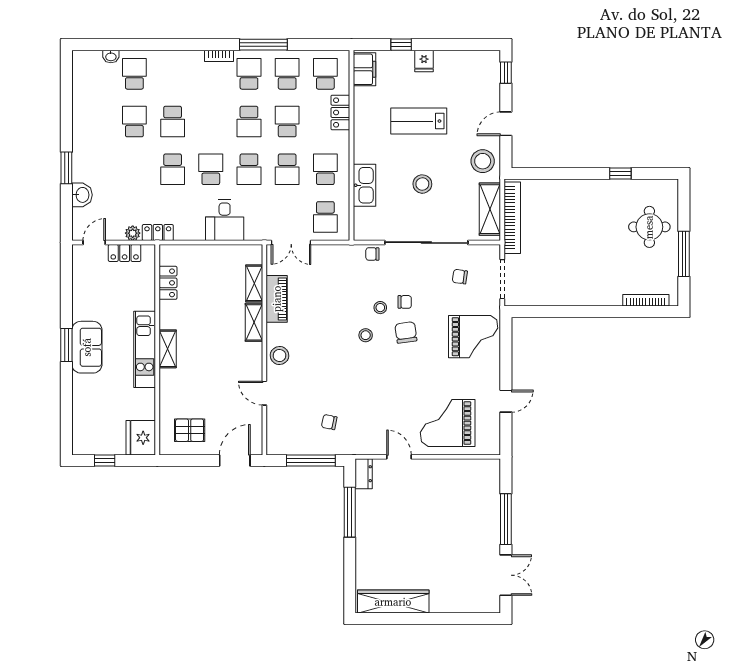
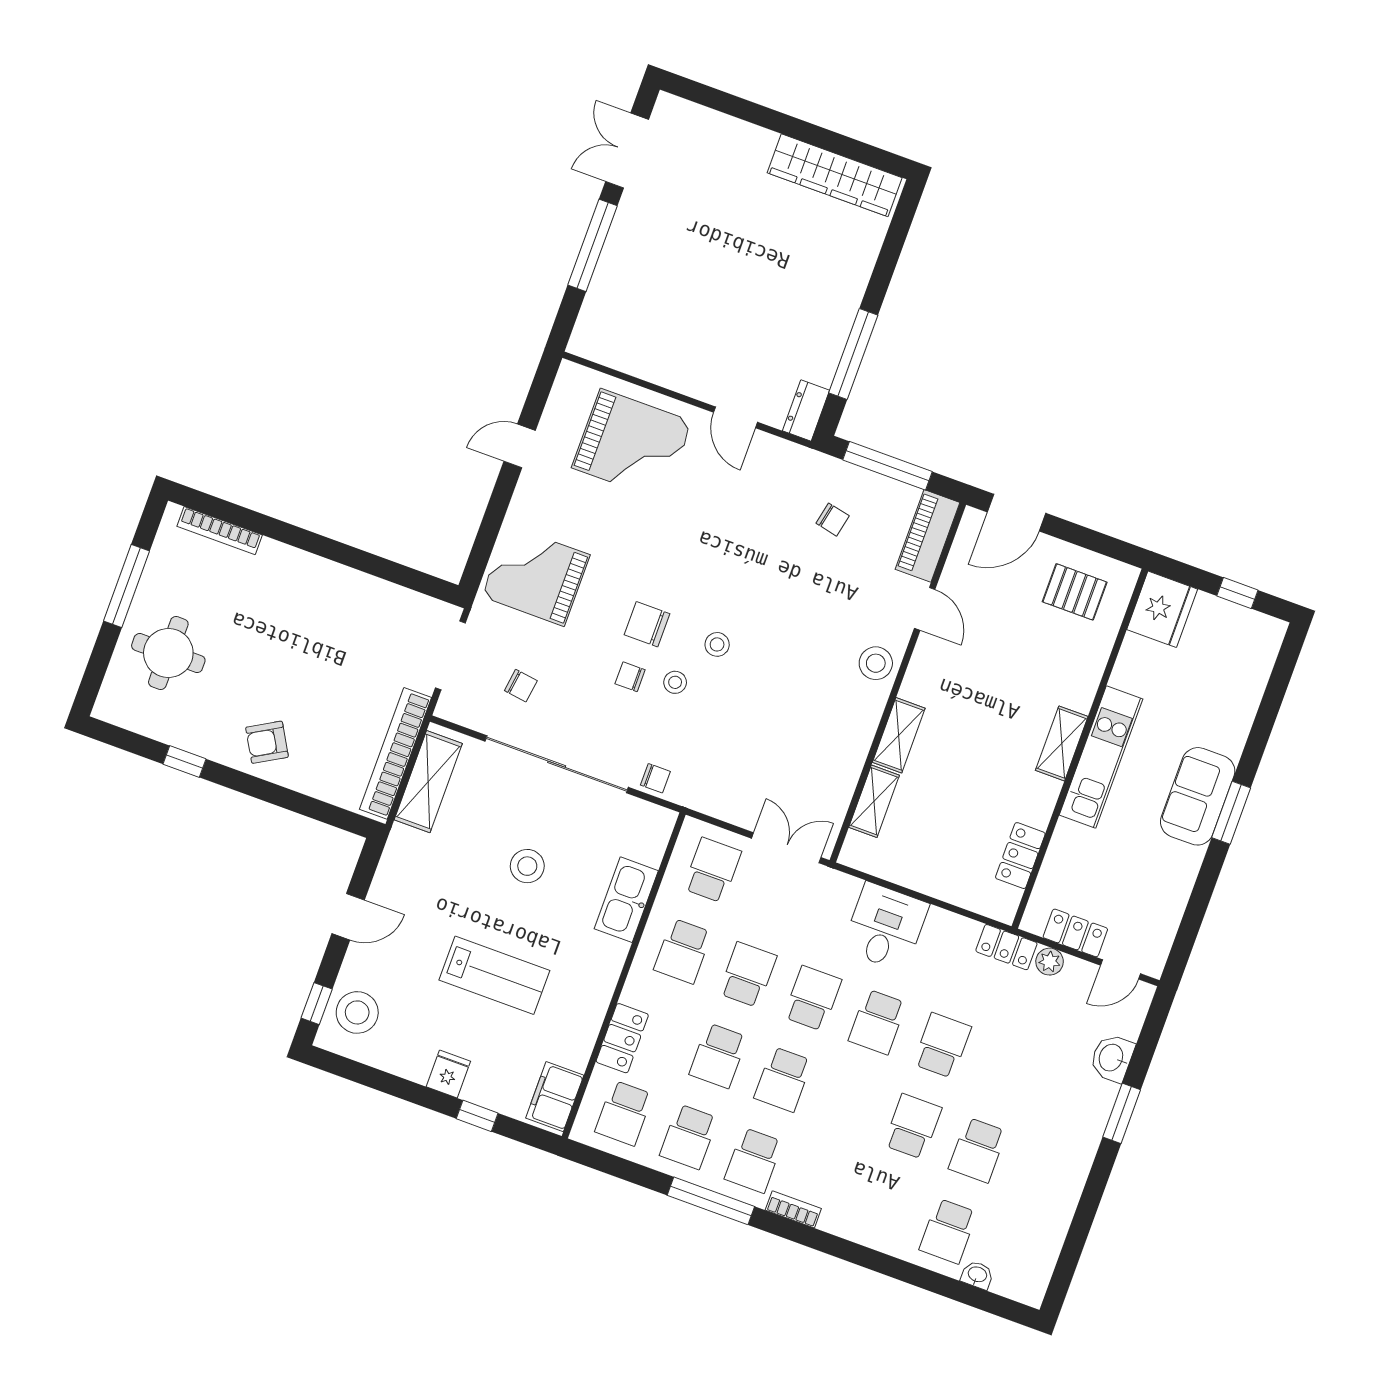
school desk: (249, 122) -> (783, 1079), turned 180
stool: (483, 161) -> (357, 1012), moved
armchair: (581, 199) -> (267, 742), added
piano: (277, 299) -> (928, 536), moved
chair: (406, 332) -> (647, 624), turned 98

